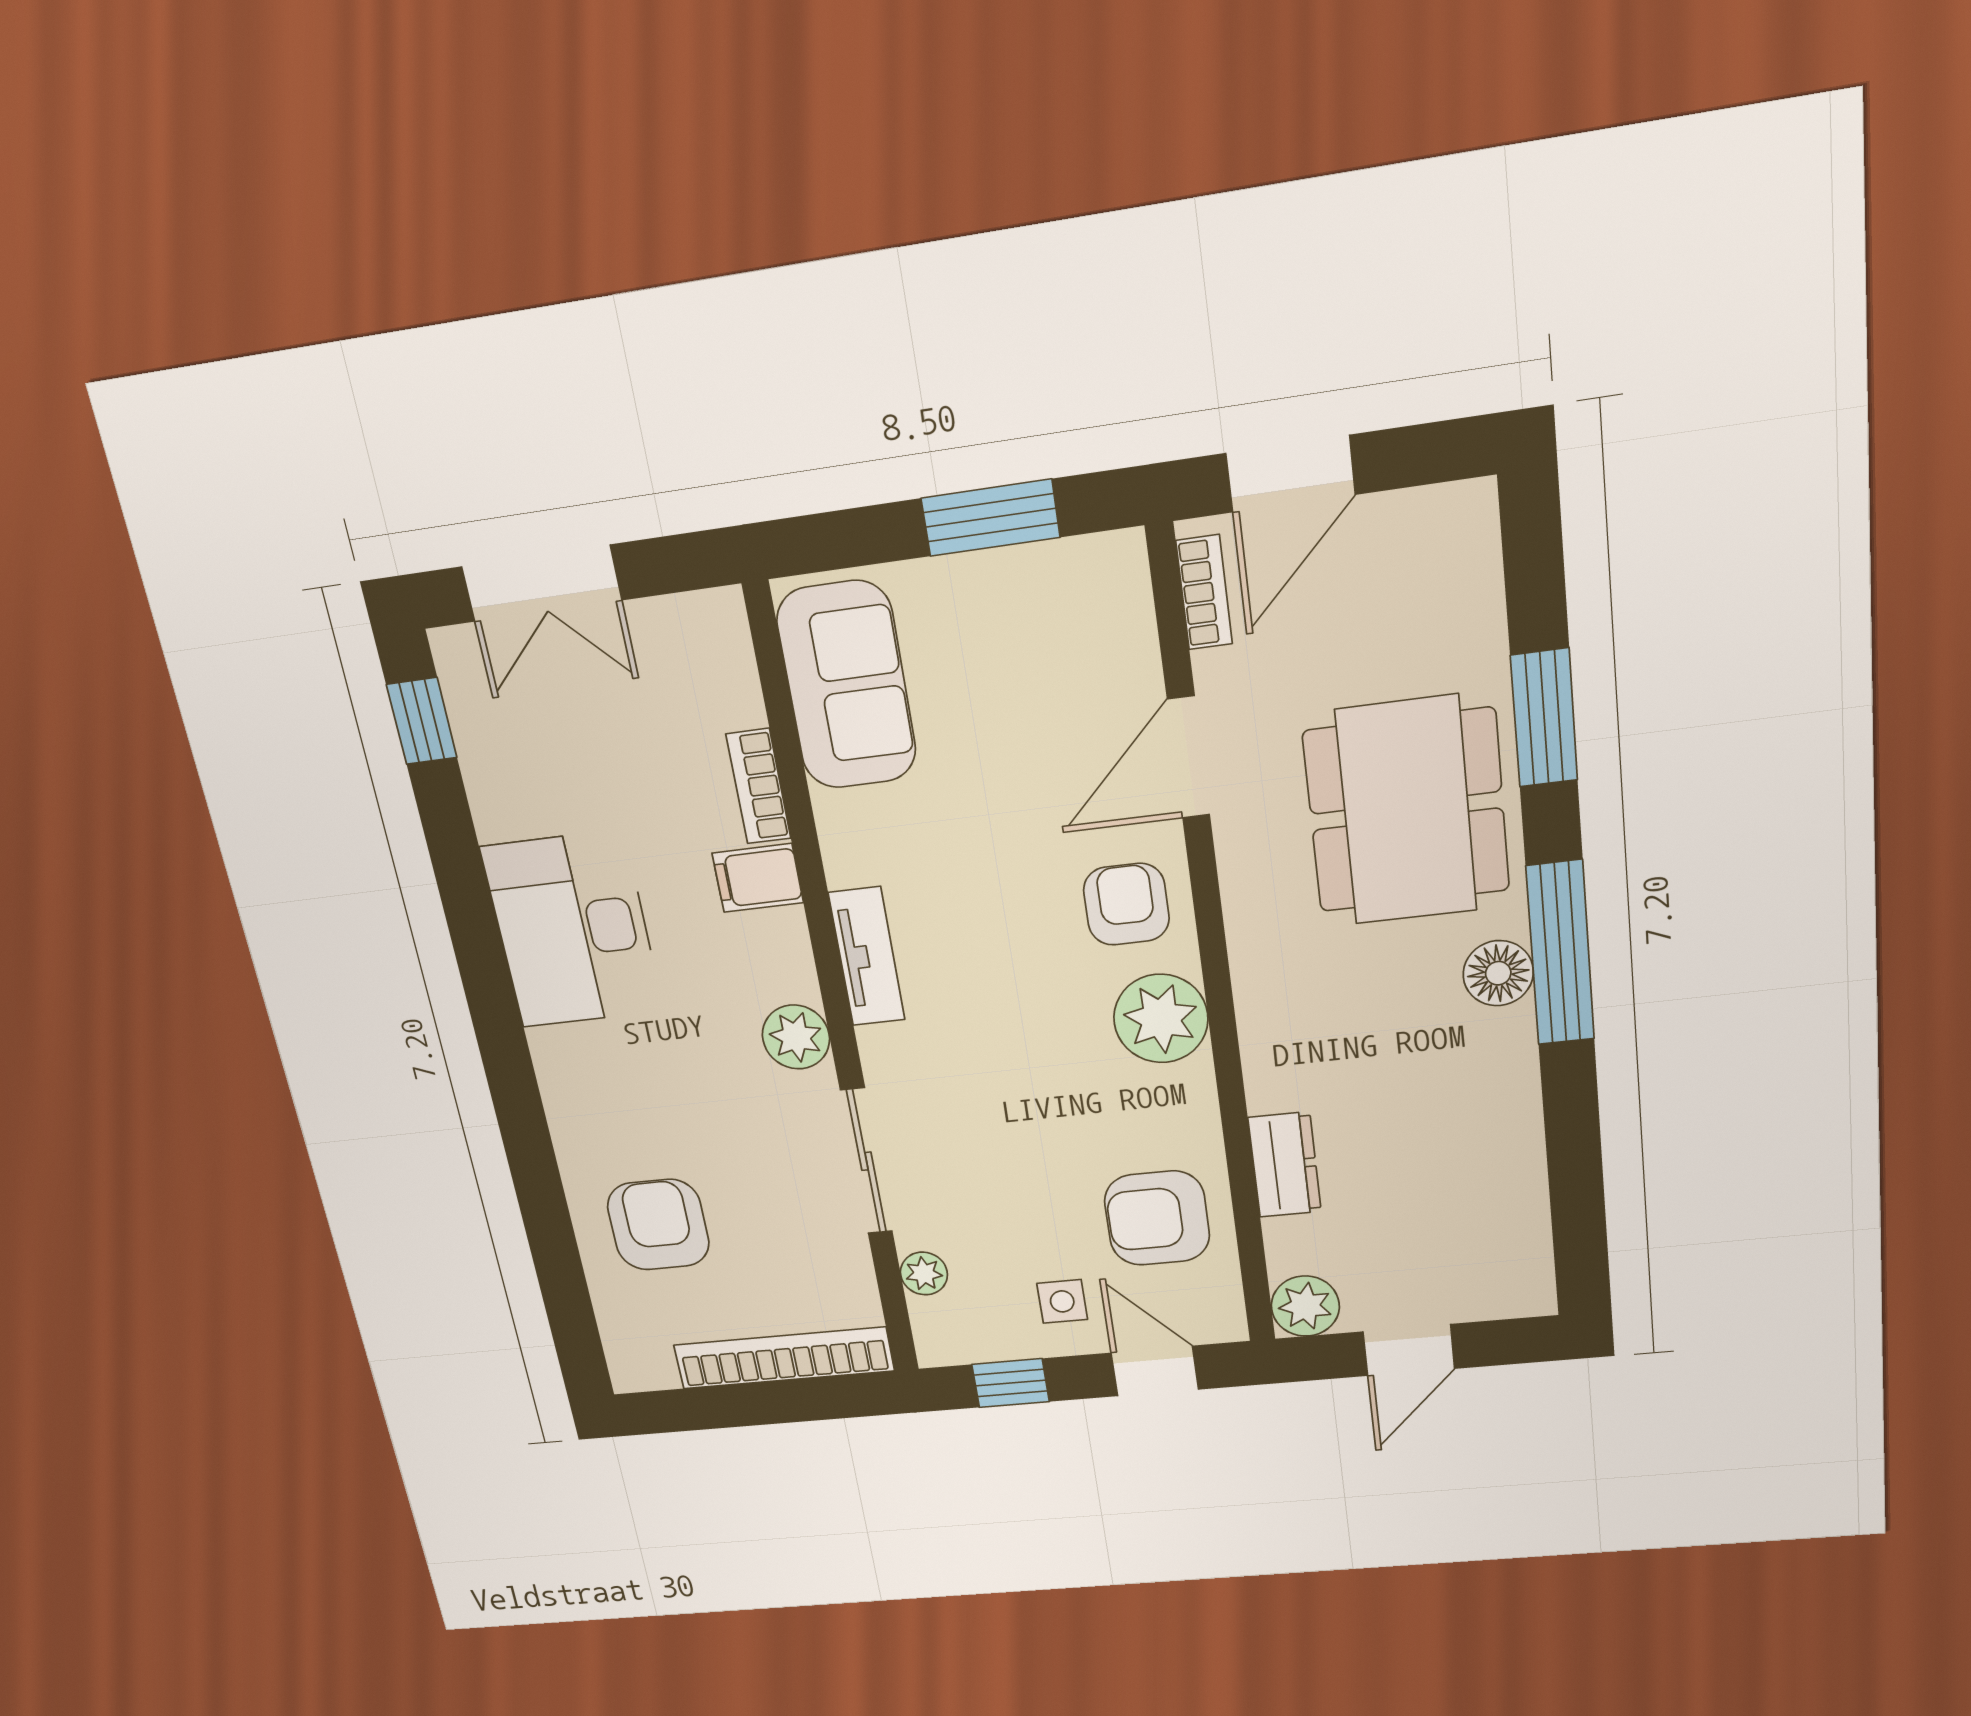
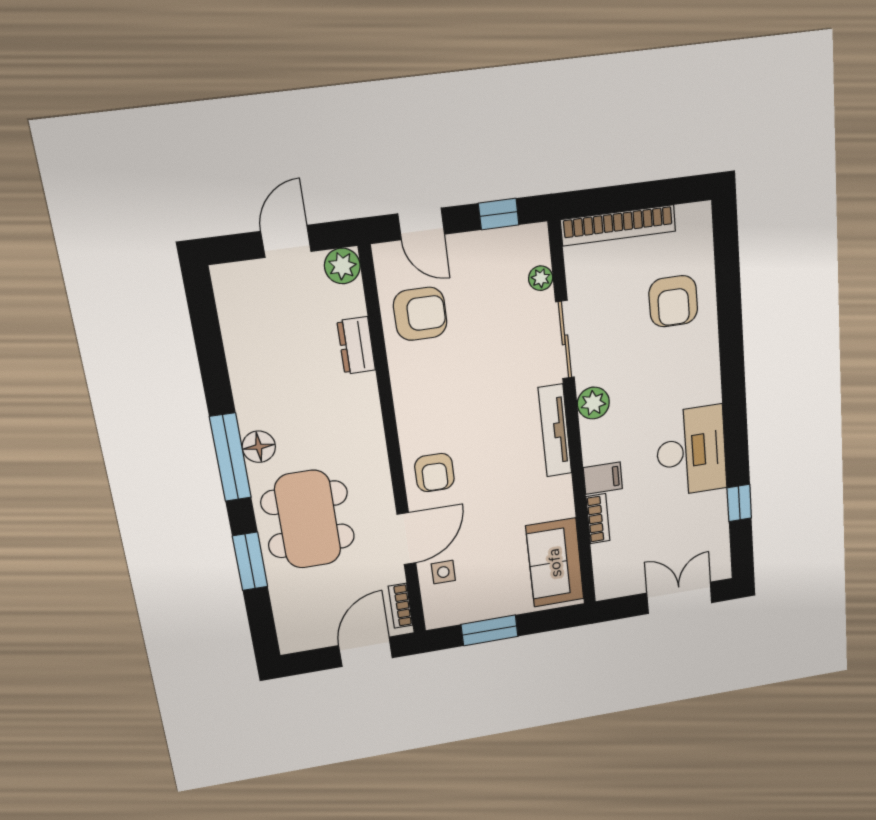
window: (422, 721) -> (739, 503), moved
tv unit: (867, 956) -> (555, 431), width x1.41
plant: (1161, 1019) -> (418, 419), removed
side table: (1062, 1301) -> (443, 572), moved

